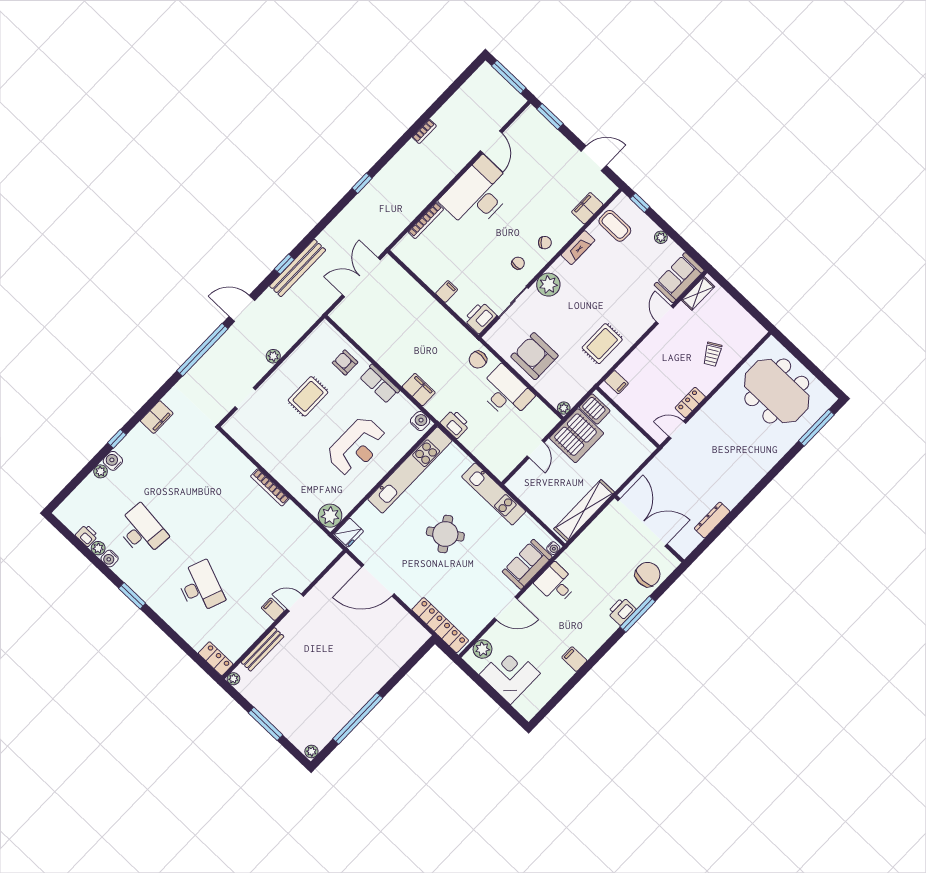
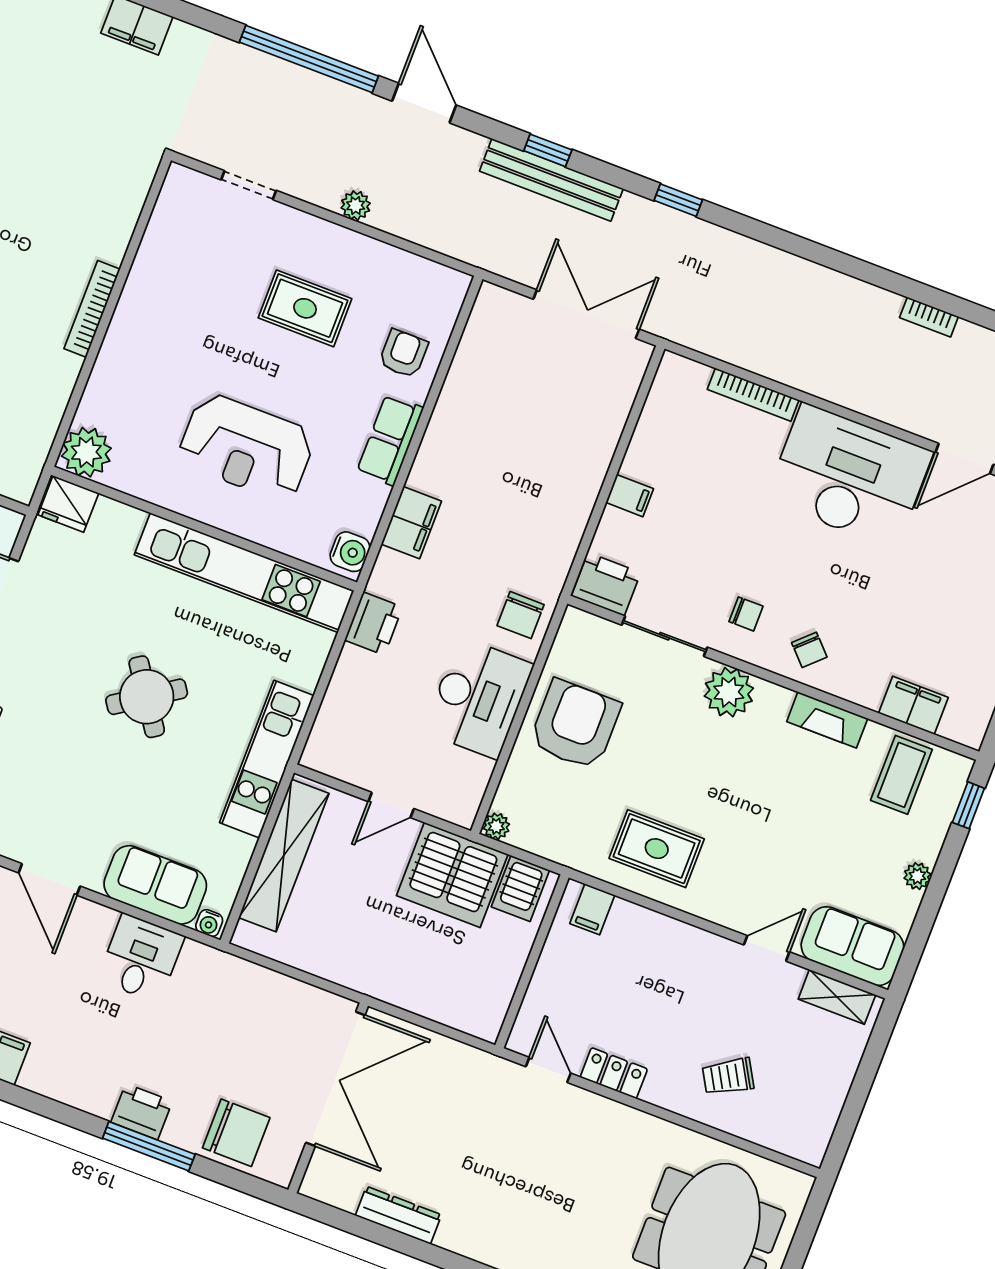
window: (362, 183) -> (678, 200), moved
chair: (478, 360) -> (521, 615), turned -90
shelving: (584, 510) -> (284, 856), moved, turned 90

